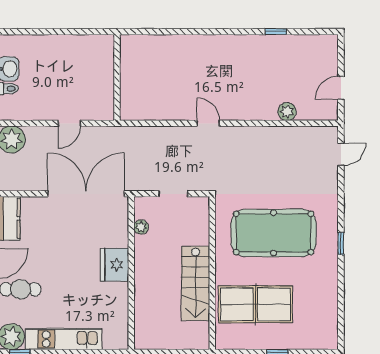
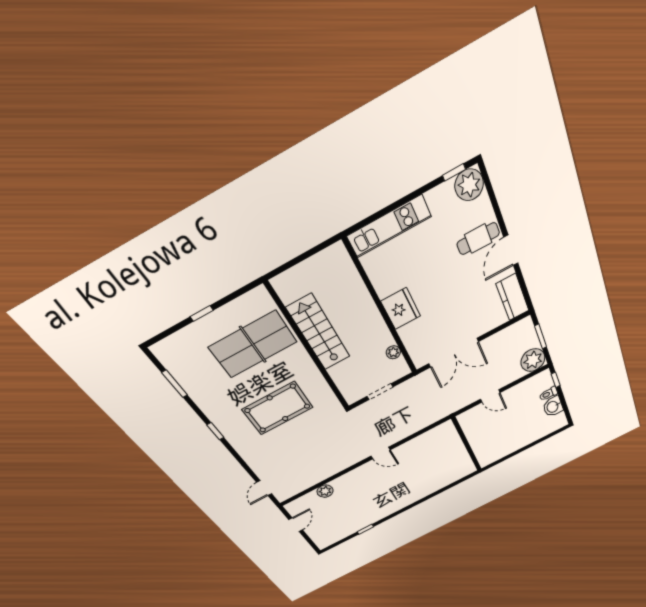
door: (69, 123) -> (490, 396), swing flipped
double door: (86, 194) -> (454, 353), width x0.73
pool table: (274, 233) -> (278, 408), width x0.73, depth x0.76
window: (341, 308) -> (175, 384), added
kitchen unit: (64, 339) -> (389, 226), moved

